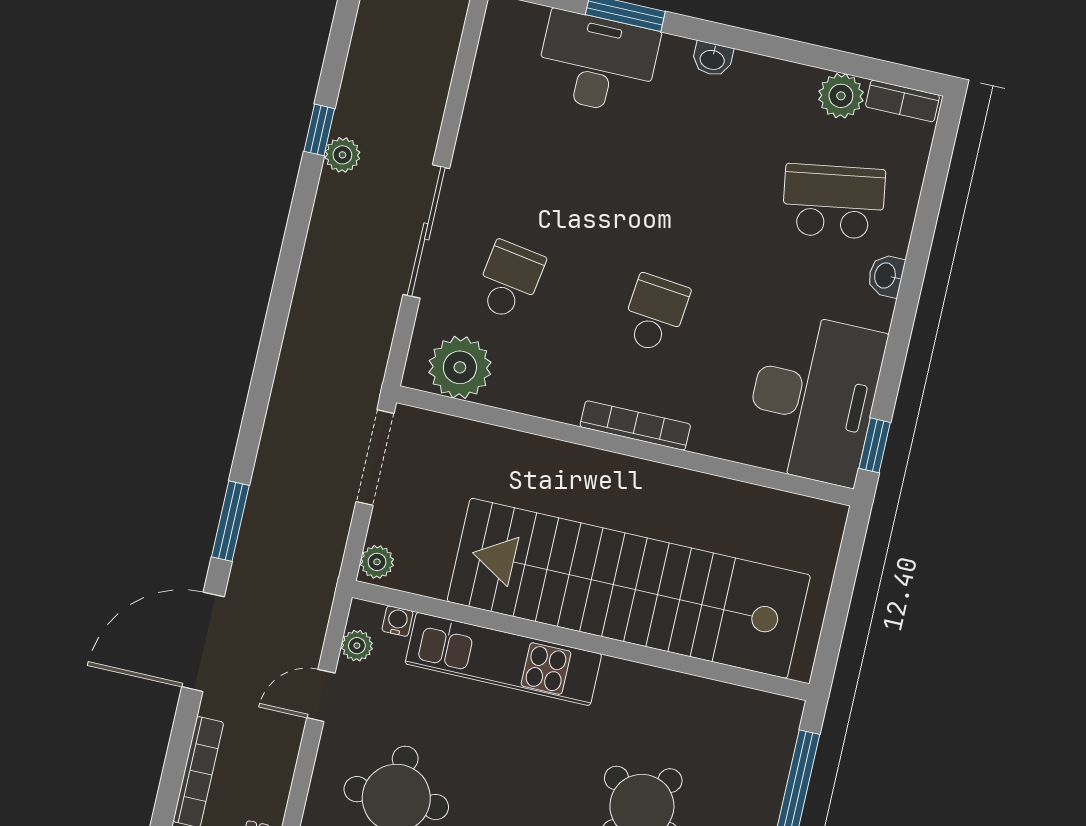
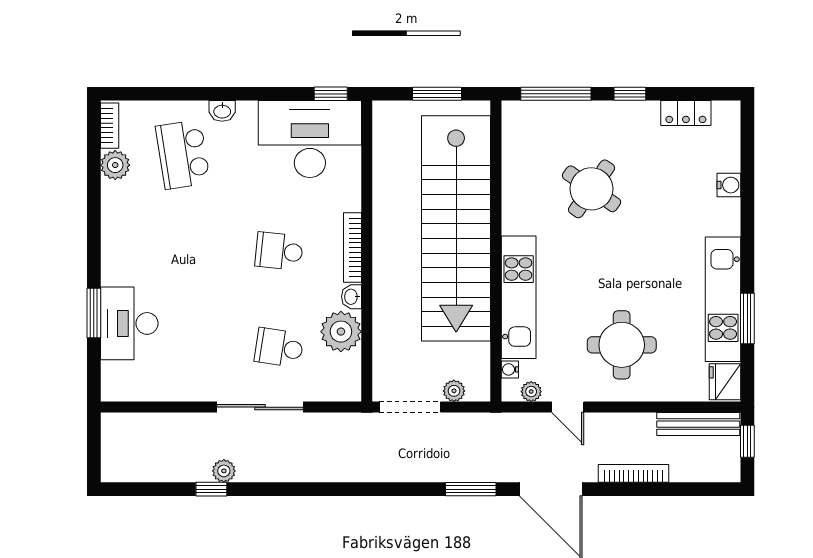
washbasin: (712, 59) -> (352, 297), moved, turned 180
plant: (460, 367) -> (341, 332), moved
plant: (377, 562) -> (454, 391), moved
window: (838, 606) -> (437, 94), added

